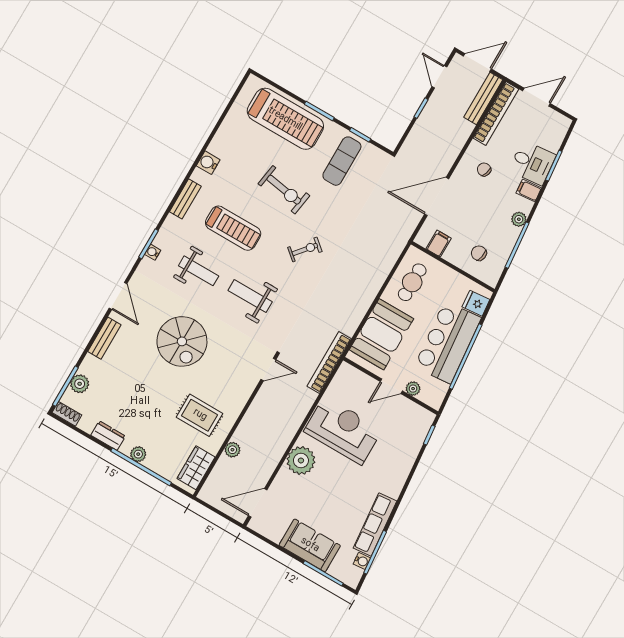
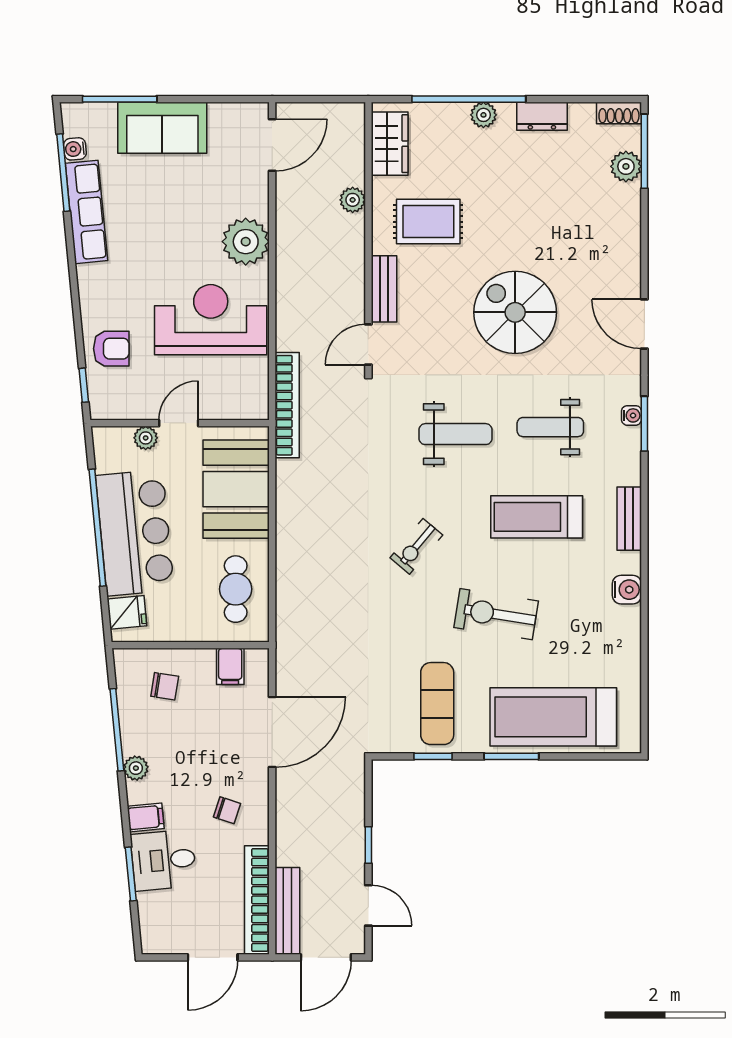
bench: (104, 338) -> (384, 289), moved
reception desk: (343, 430) -> (211, 320), turned 180
armchair: (404, 446) -> (111, 349), added

